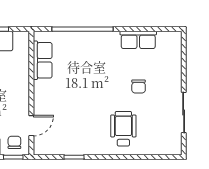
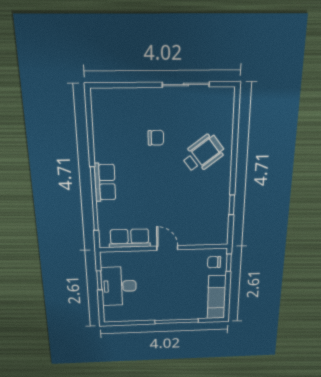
row of seats: (138, 40) -> (105, 182), moved
door: (31, 126) -> (167, 248), moved
wheelchair: (123, 129) -> (203, 154), turned 143

